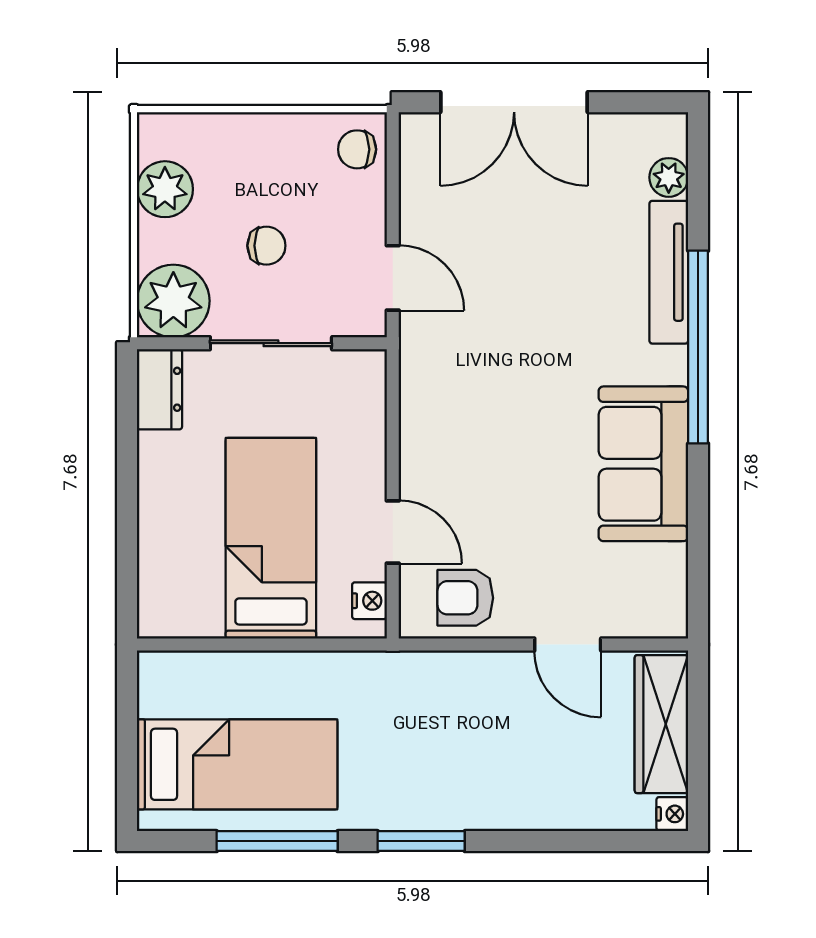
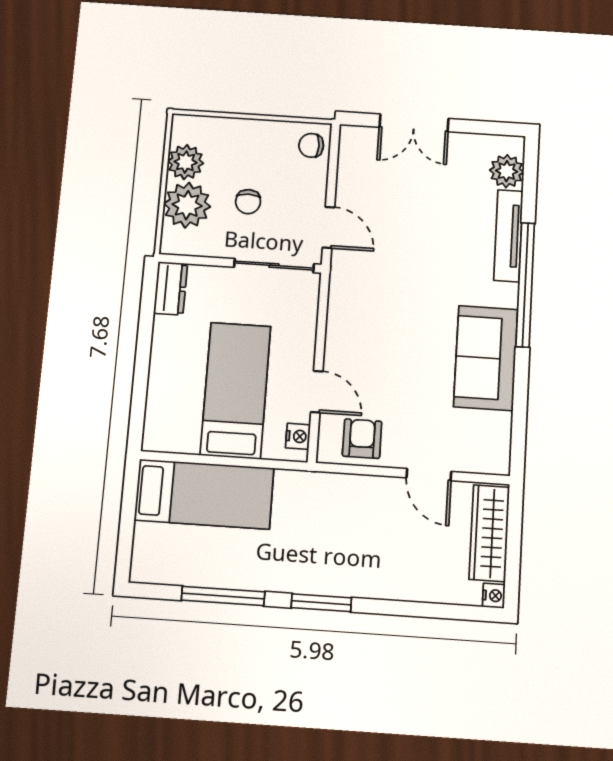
double door: (514, 102) -> (414, 123), width x0.73
plant: (669, 177) -> (507, 171), width x1.38, depth x1.38
chair: (266, 246) -> (248, 202), turned 90
plant: (173, 301) -> (187, 205), moved
sliding door: (271, 343) -> (274, 266), moved
armchair: (465, 598) -> (362, 439), turned 90
bed: (237, 764) -> (204, 494), moved

